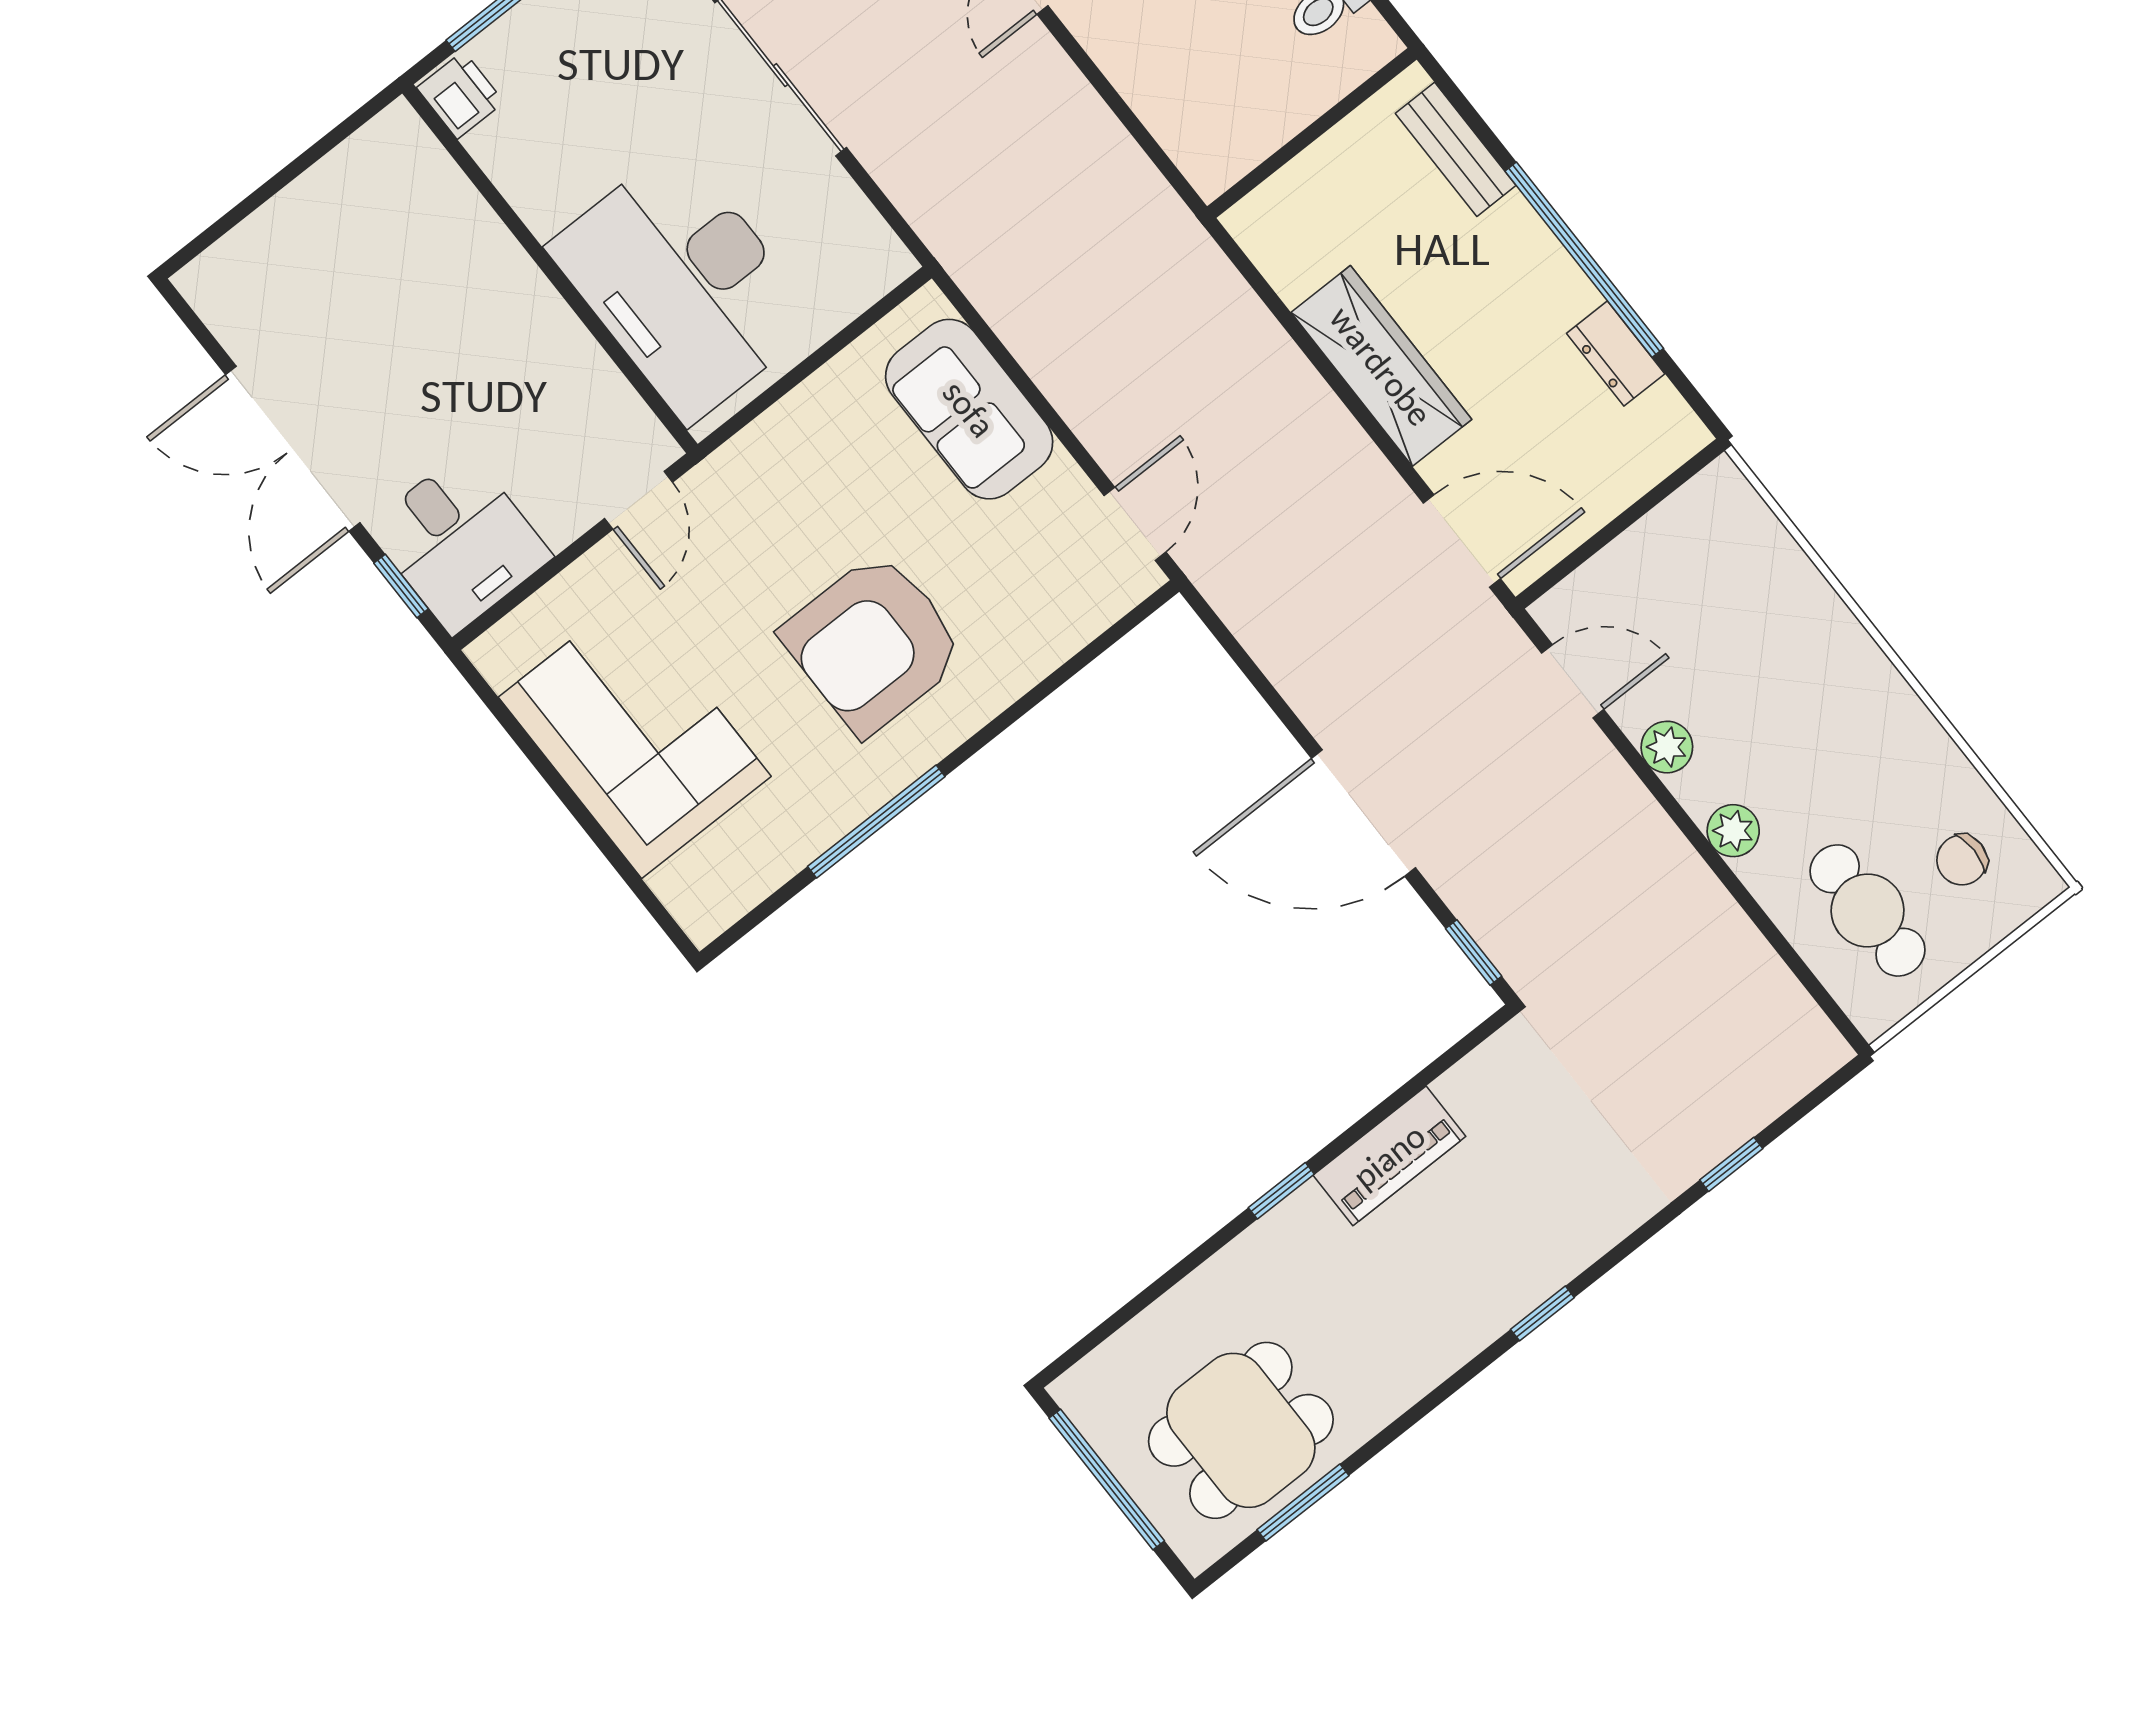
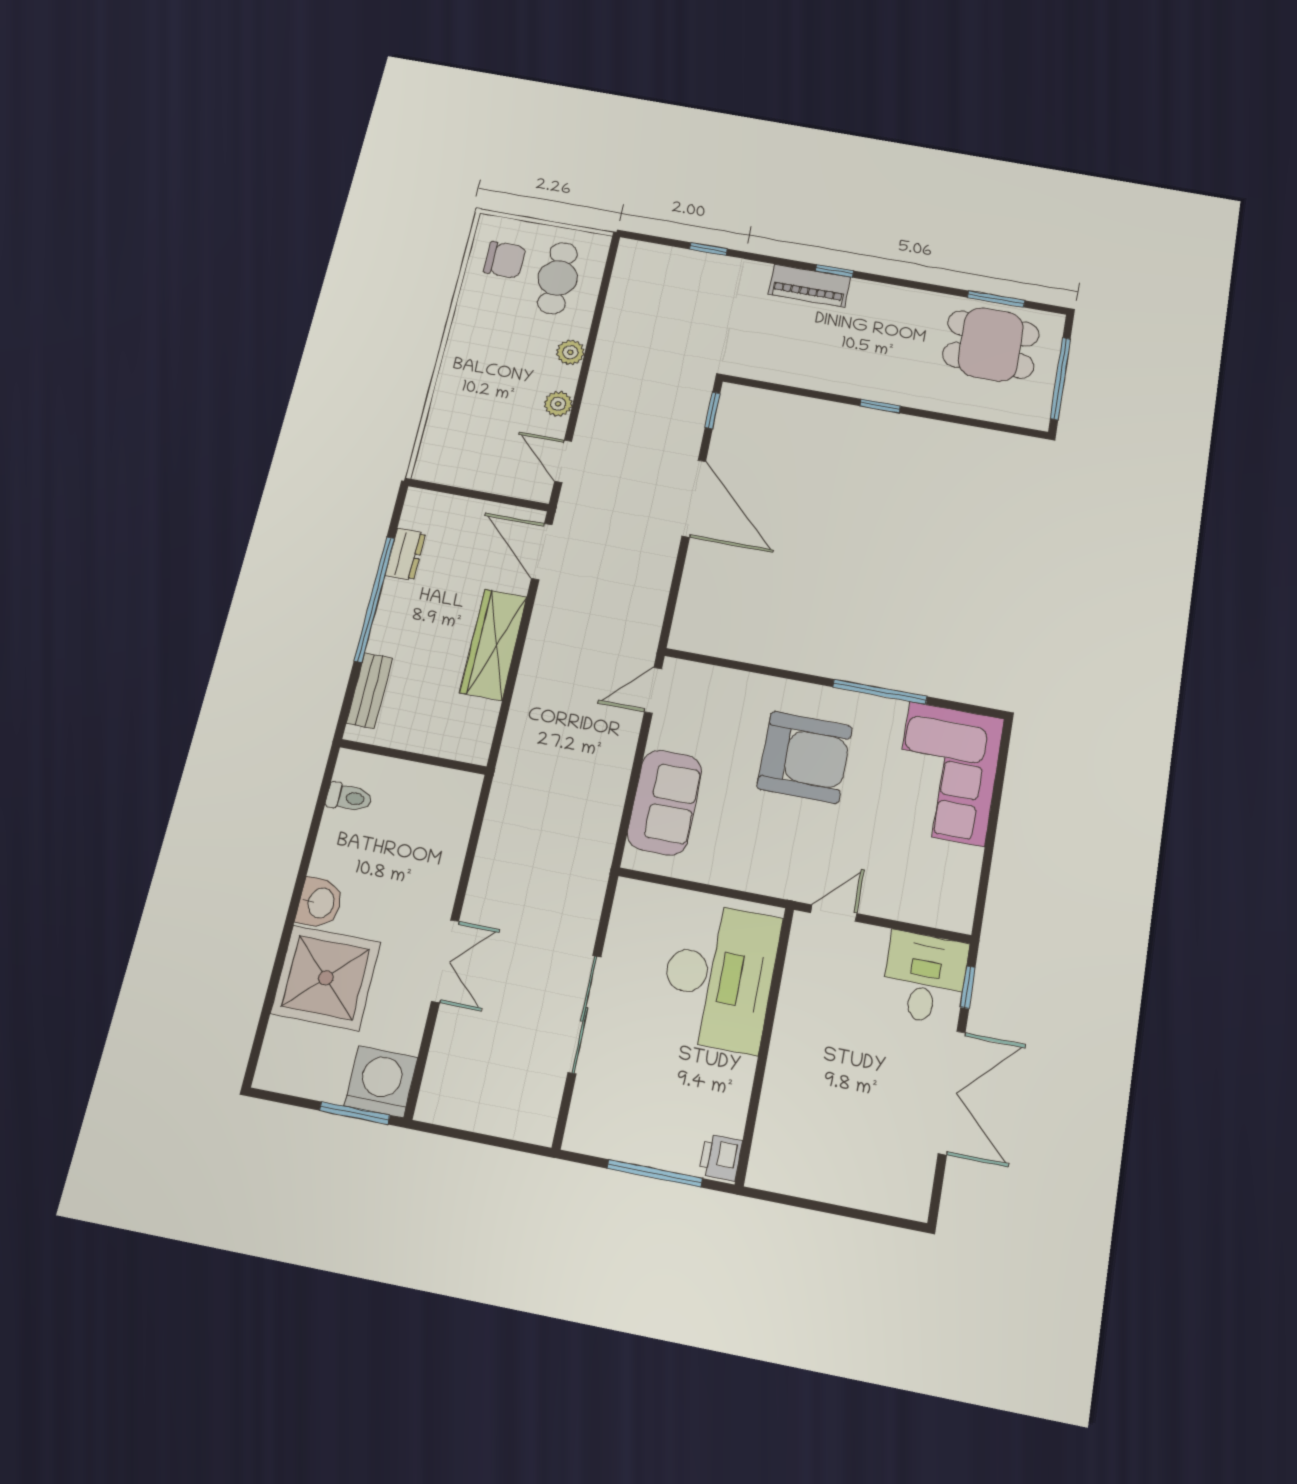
corner sofa: (635, 737) -> (947, 773), moved
chair: (1962, 860) -> (505, 260), width x1.37, depth x1.37
piano: (1389, 1156) -> (809, 286), moved, turned 180

